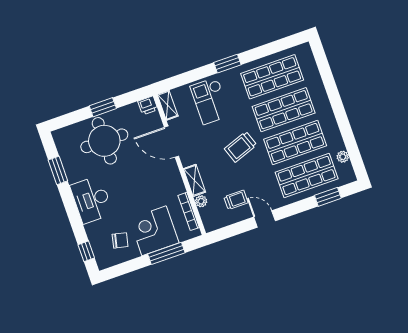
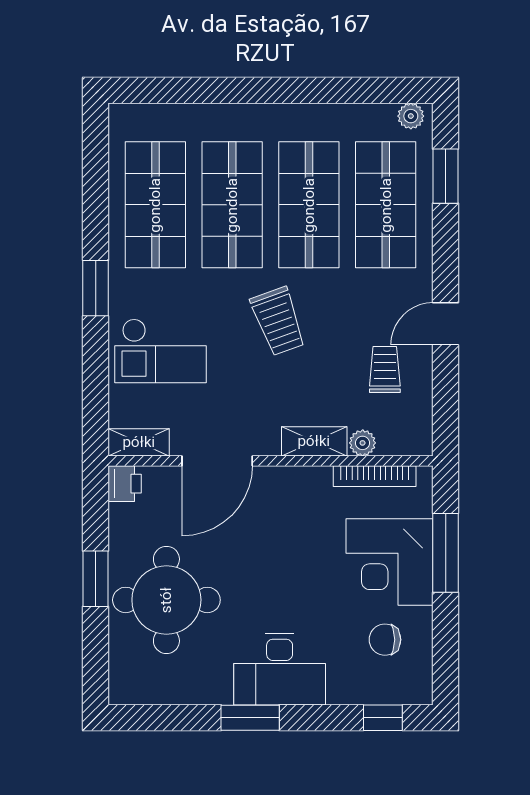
plant: (343, 157) -> (411, 116), moved
window: (58, 170) -> (250, 718), moved
chair: (120, 240) -> (385, 640), turned -103

